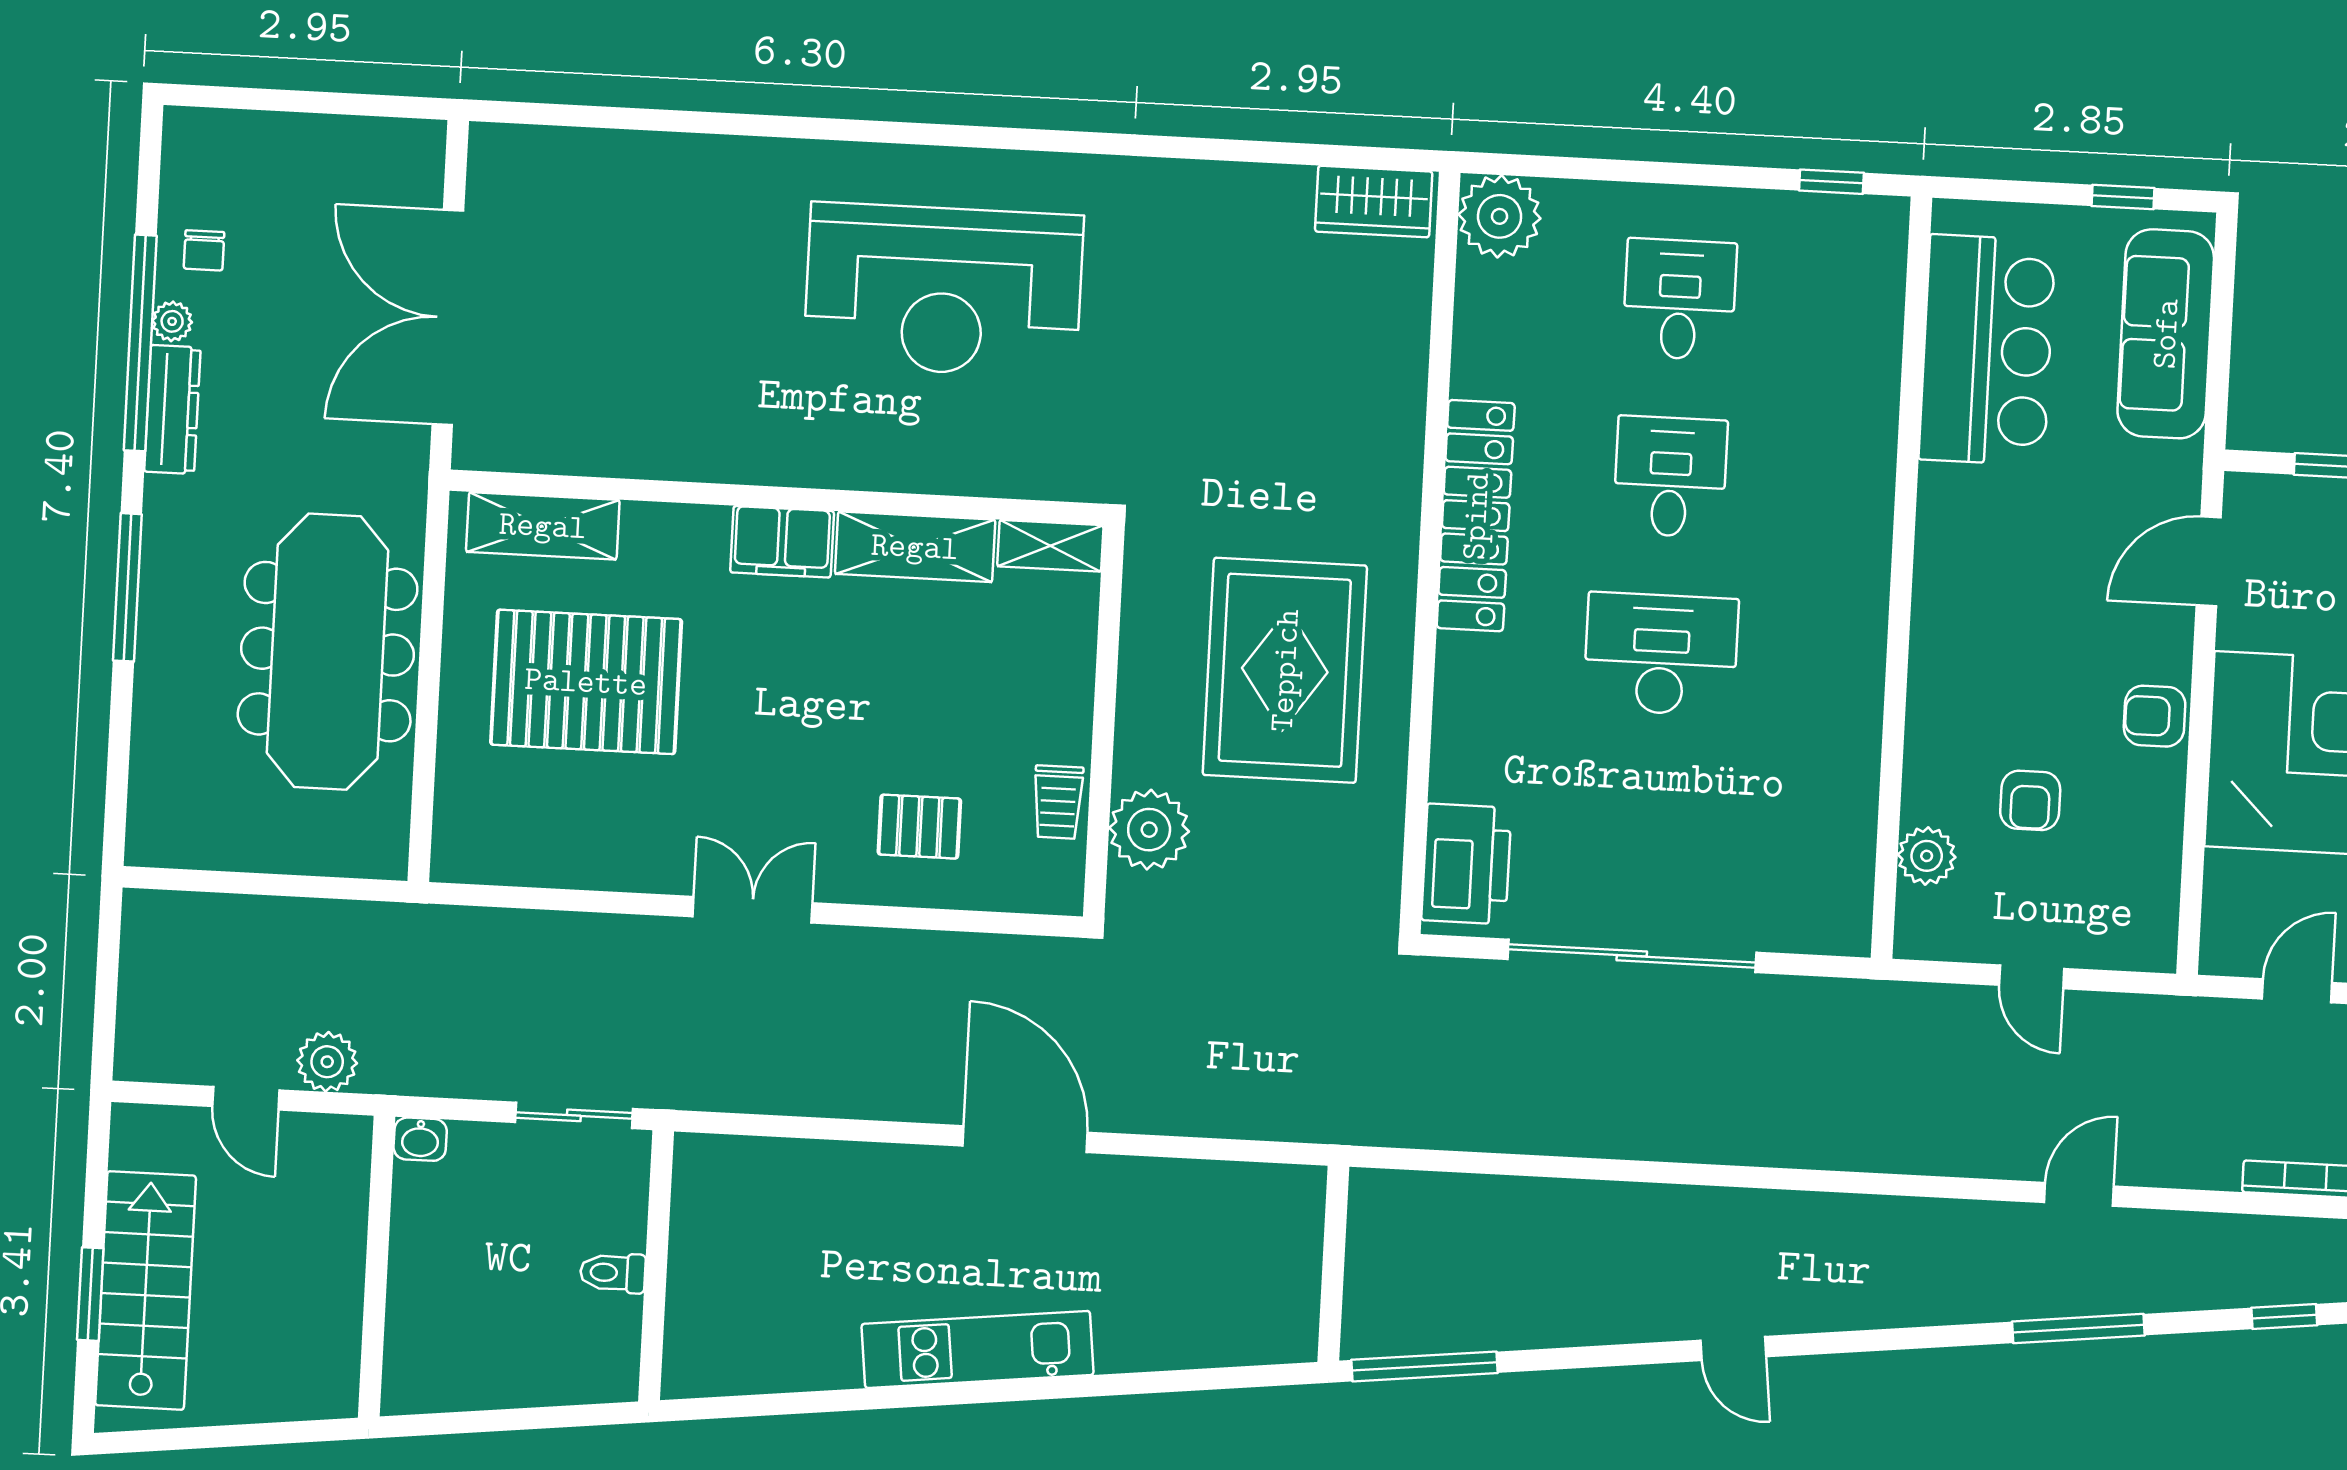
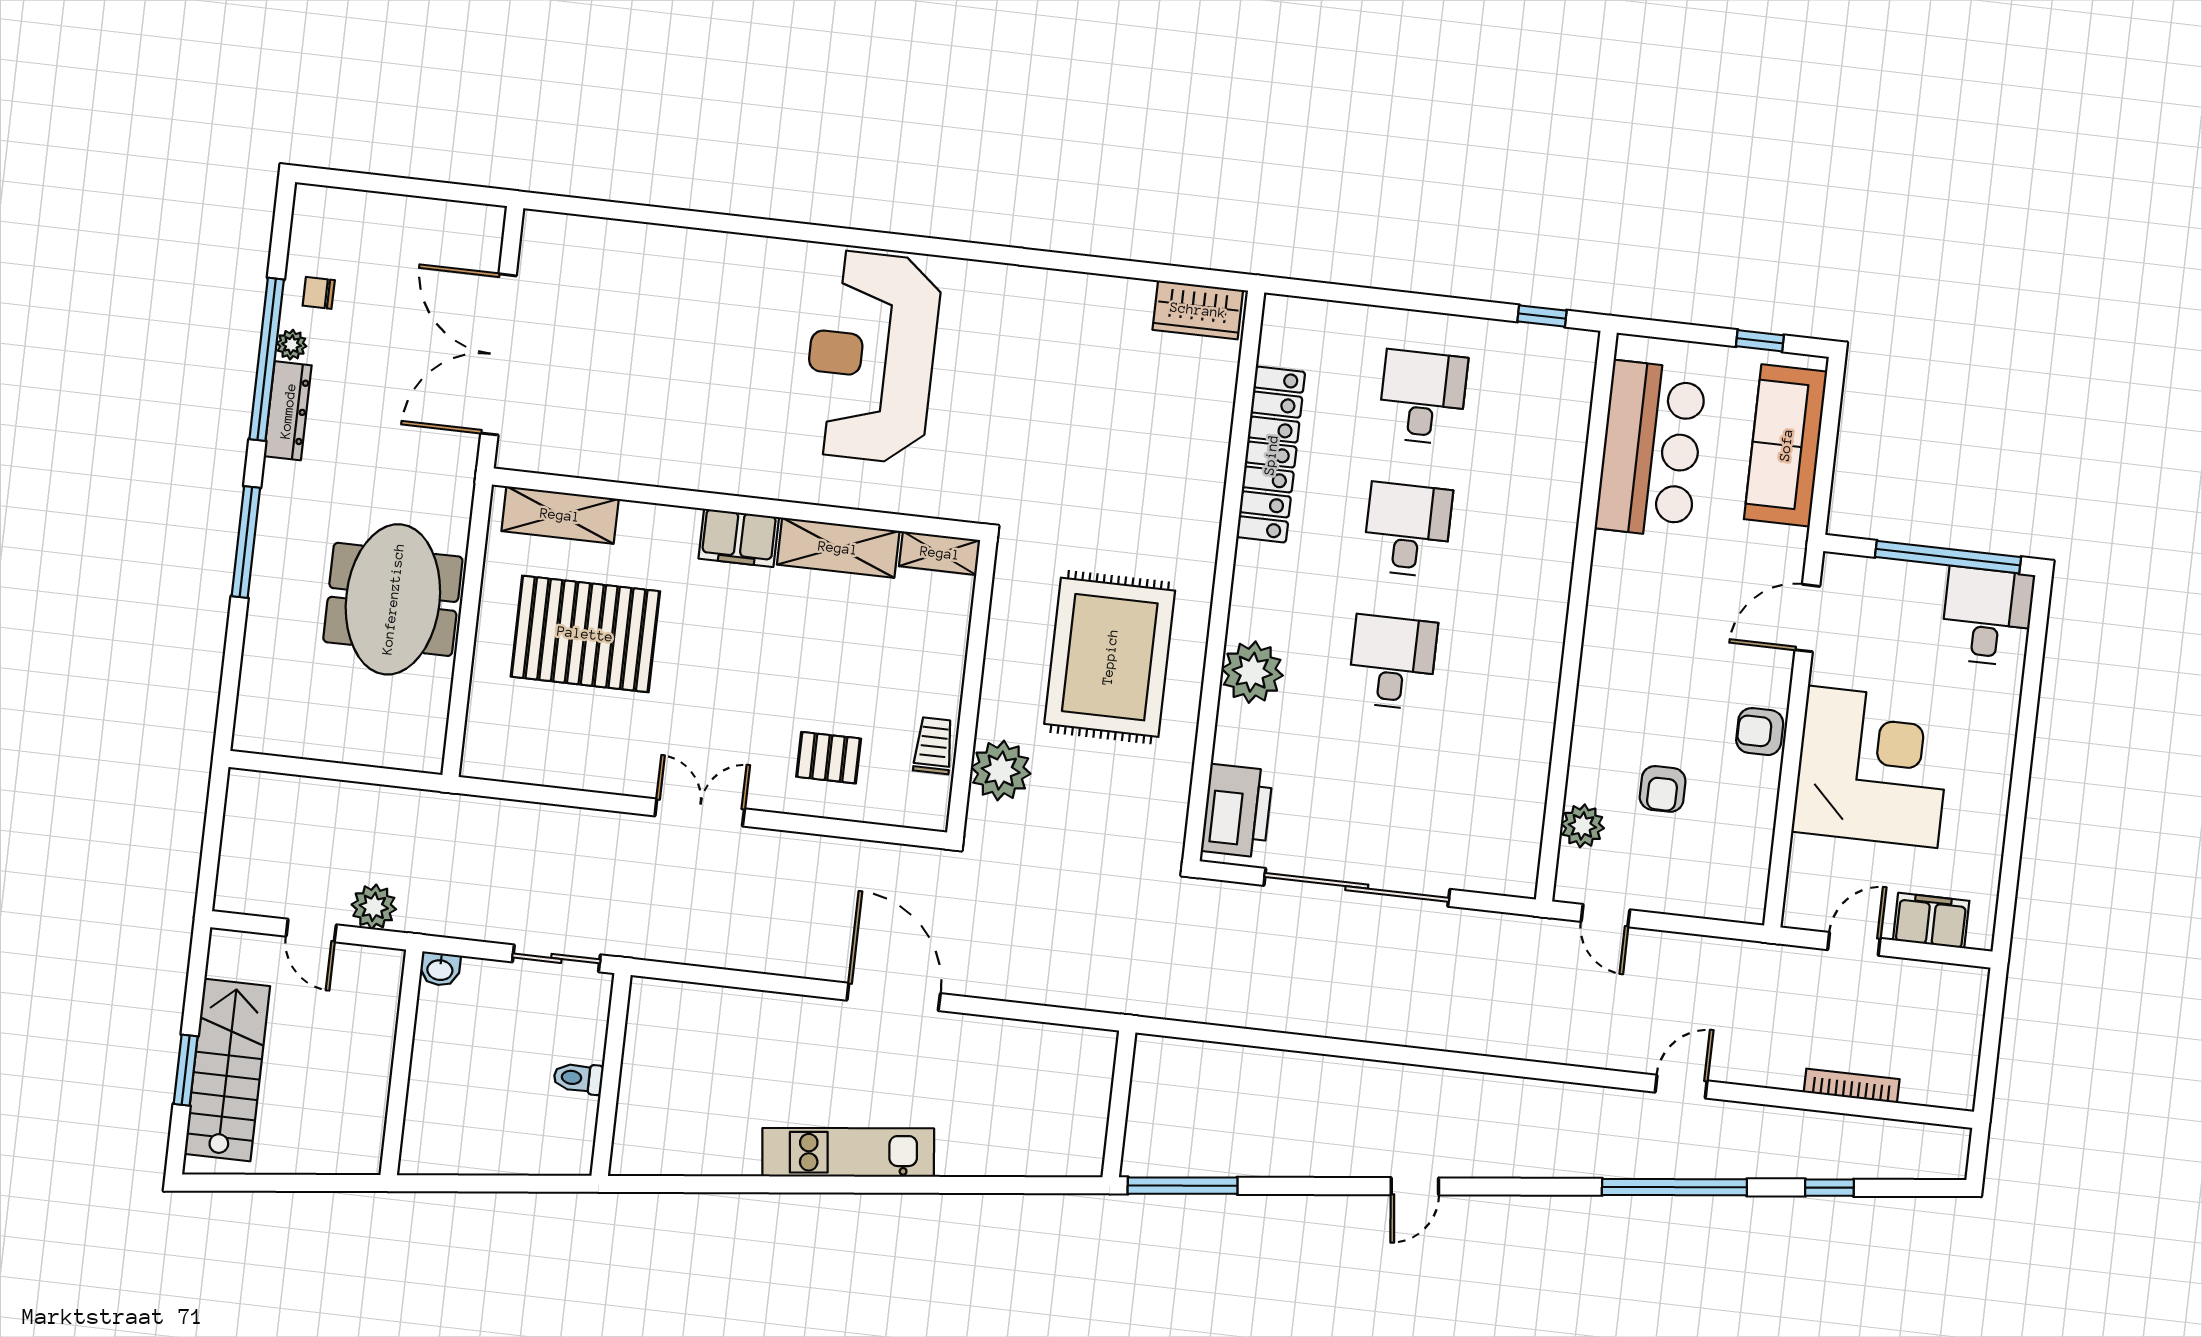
plant: (1500, 216) -> (1252, 672), moved
chair: (204, 250) -> (319, 293), turned 90
reception desk: (943, 290) -> (871, 357), turned 90
locker: (1476, 516) -> (1271, 455), moved
meeting table: (328, 652) -> (393, 599), width x0.73
desk: (1661, 654) -> (1393, 662), width x0.73
trolley: (1058, 802) -> (934, 746), turned 180
door: (2032, 977) -> (1605, 916), moved
window: (2078, 1329) -> (1674, 1187), width x1.46
door: (1733, 1349) -> (1415, 1186), hinge flipped

